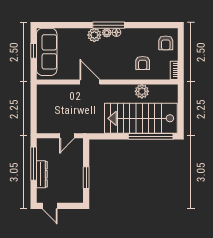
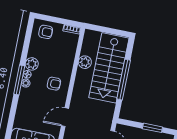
plant: (94, 35) -> (32, 64), moved
armchair: (143, 63) -> (54, 84), moved
door: (90, 82) -> (65, 117), moved
window: (151, 136) -> (124, 80), moved

